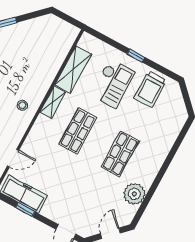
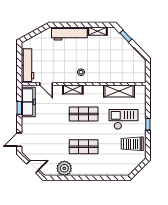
checkout: (113, 83) -> (124, 119), turned 180
shelving: (53, 102) -> (73, 90), moved

